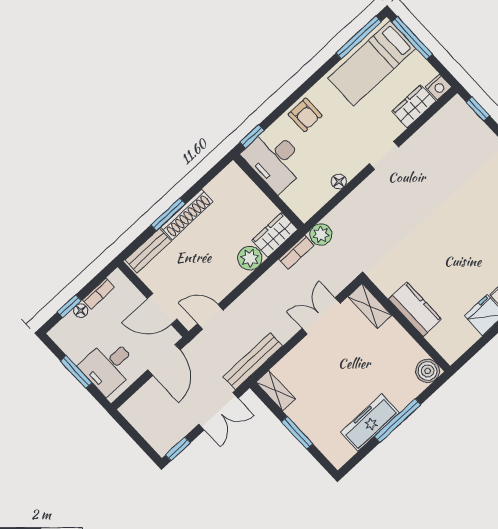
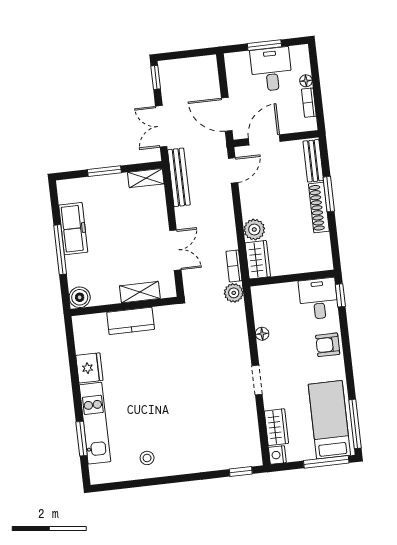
desk: (275, 160) -> (318, 299), width x0.73
window: (69, 306) -> (315, 75), removed
shelving: (370, 306) -> (140, 292), moved
desk: (109, 366) -> (271, 69), moved

